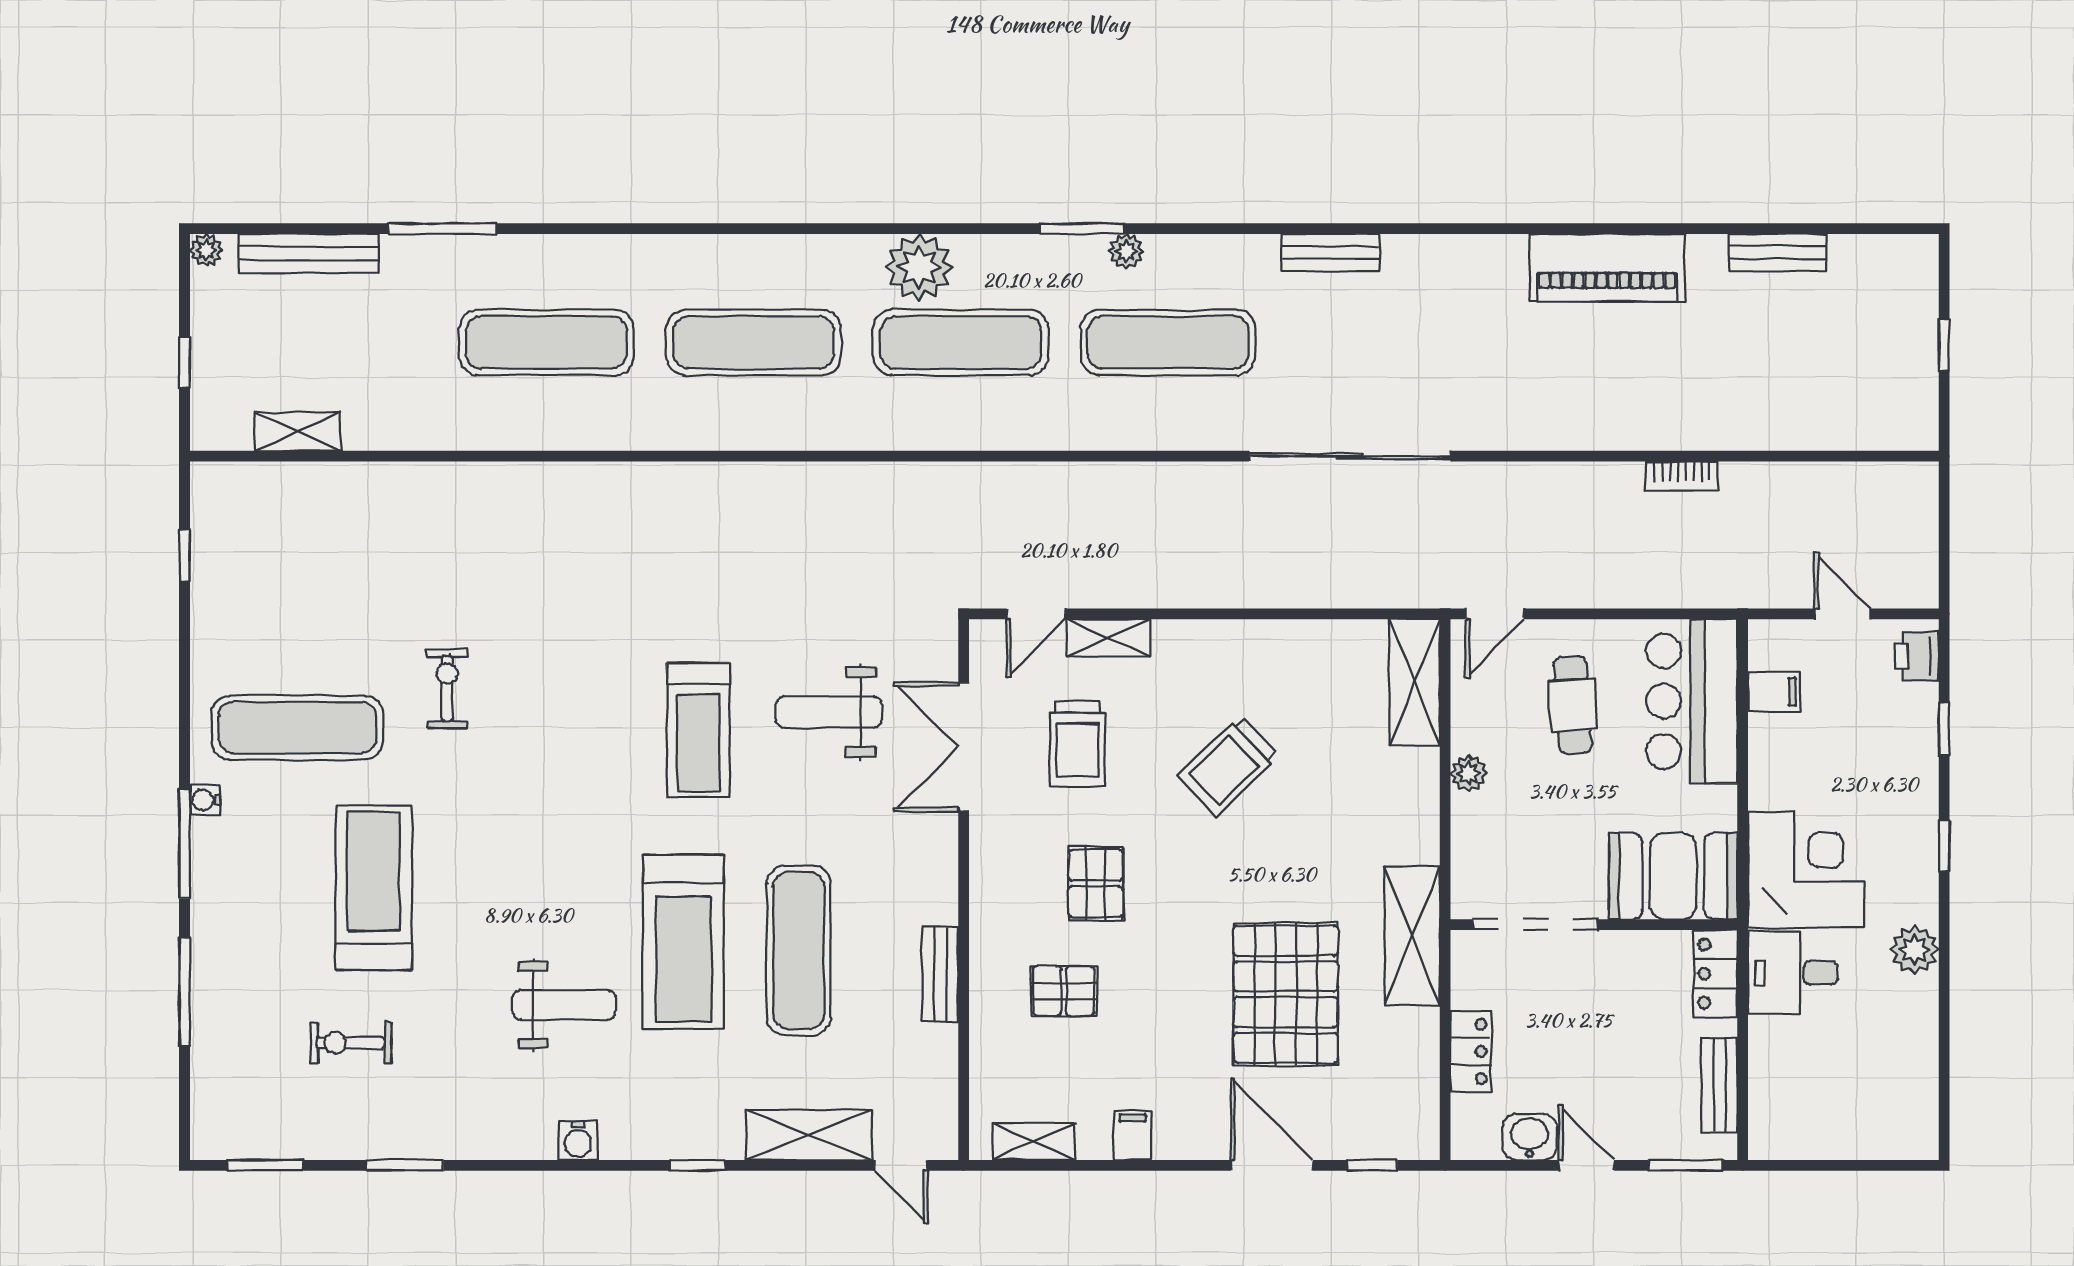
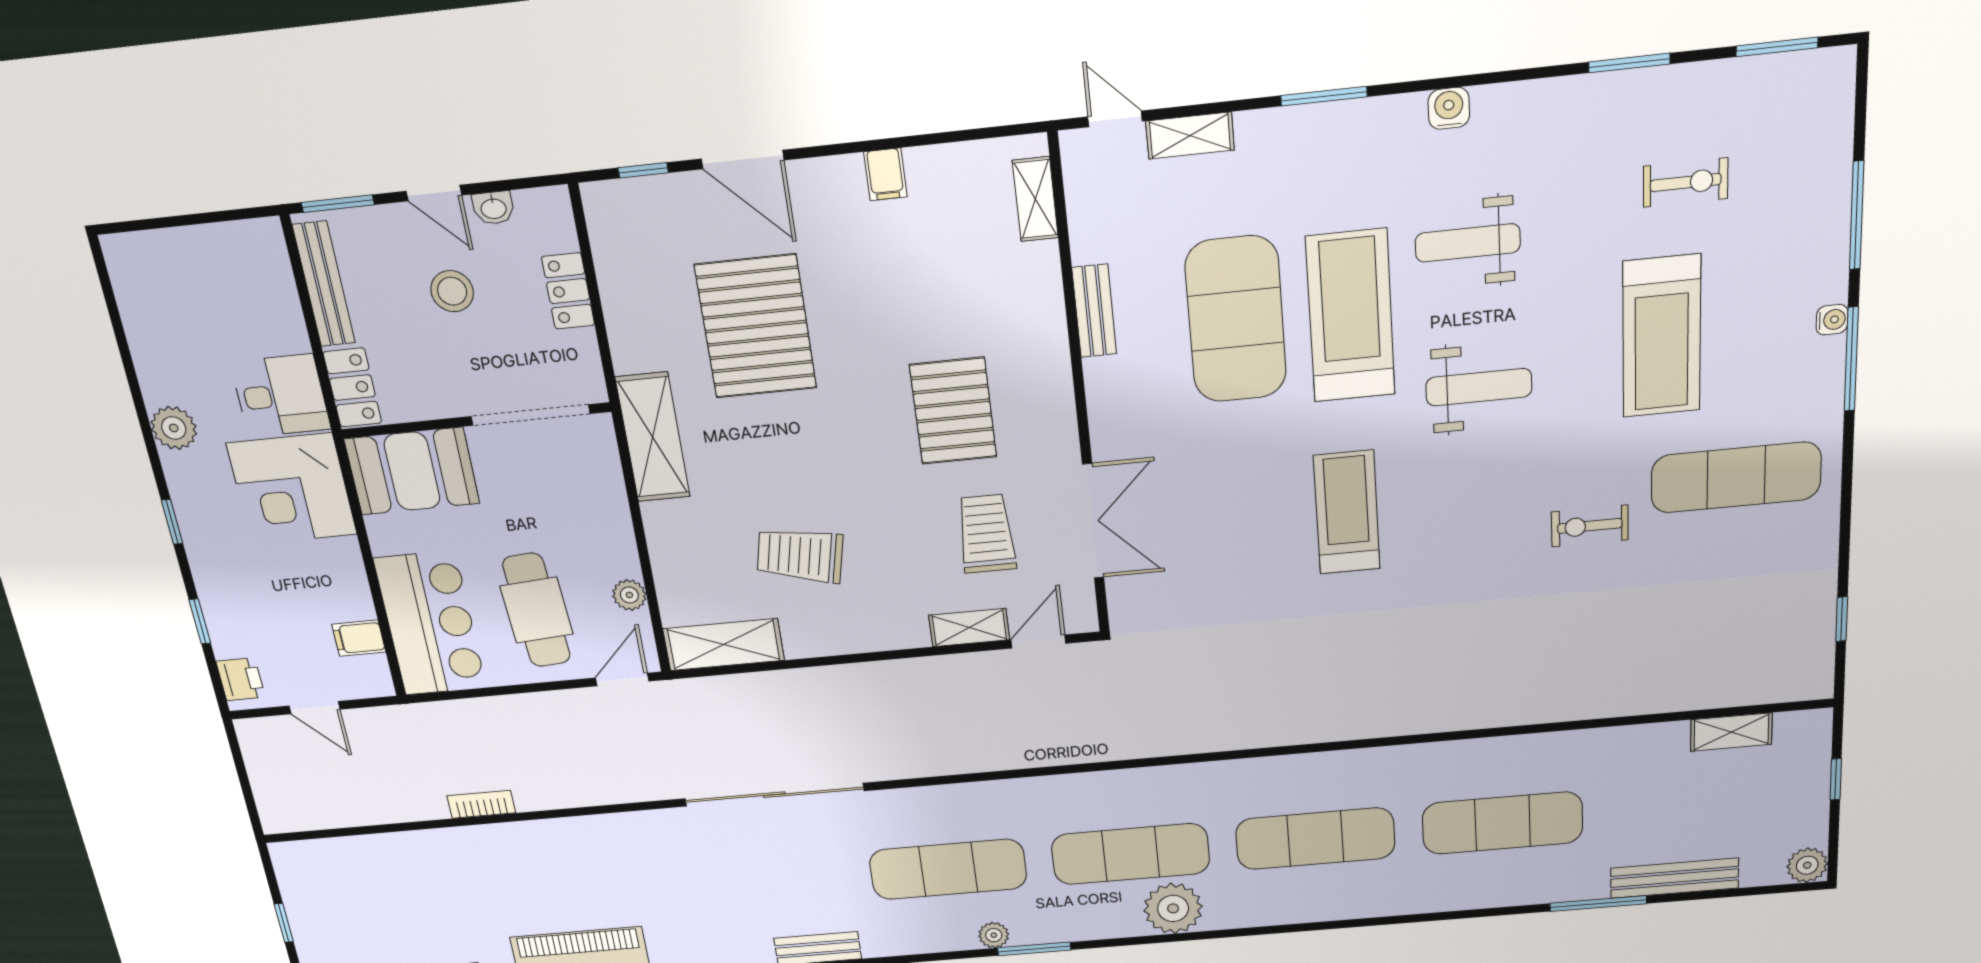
plant: (206, 250) -> (1807, 865), width x1.38, depth x1.38
bench: (308, 254) -> (1674, 878), moved
shelving: (1415, 682) -> (724, 645), moved, turned 90
exercise bike: (447, 689) -> (1590, 526), turned 90
cafe table: (1573, 705) -> (536, 610), width x1.37, depth x1.35
weight bench: (829, 712) -> (1479, 387), moved
trolley: (1229, 766) -> (800, 555), moved, turned -124
plant: (1469, 773) -> (629, 595), moved
water cooler: (205, 800) -> (1832, 320), moved
pallet: (1096, 883) -> (953, 411), width x1.50, depth x1.42
shelving: (1412, 936) -> (653, 437), moved
exercise mat: (799, 950) -> (1236, 319), width x1.47
pallet: (1064, 991) -> (972, 308), removed
stool: (1589, 1064) -> (452, 291), added
bench: (1719, 1085) -> (324, 284), width x1.36
shelving: (809, 1135) -> (1190, 136), width x0.67, depth x0.75
washbasin: (1530, 1137) -> (493, 208), width x0.72, depth x0.69
shelving: (1034, 1141) -> (1035, 199), moved, turned 90
window: (697, 1165) -> (1324, 96), width x1.50

